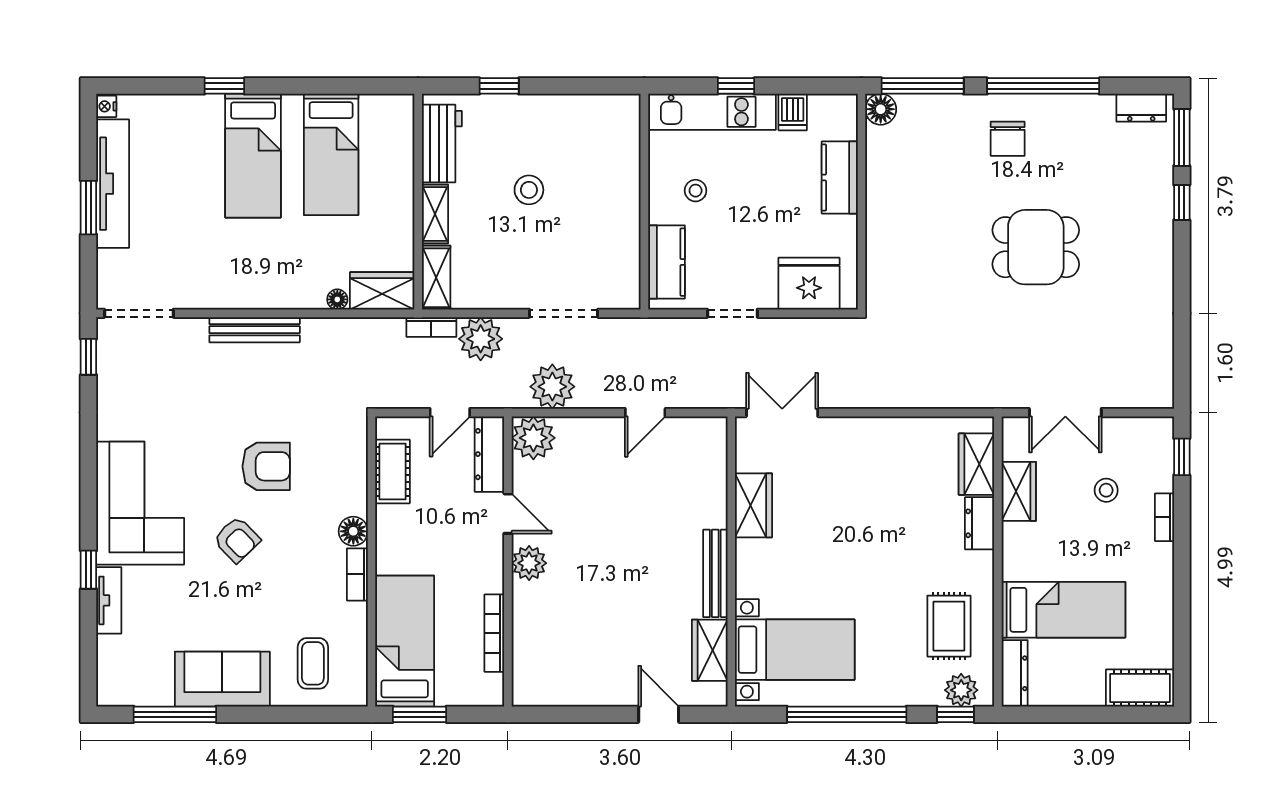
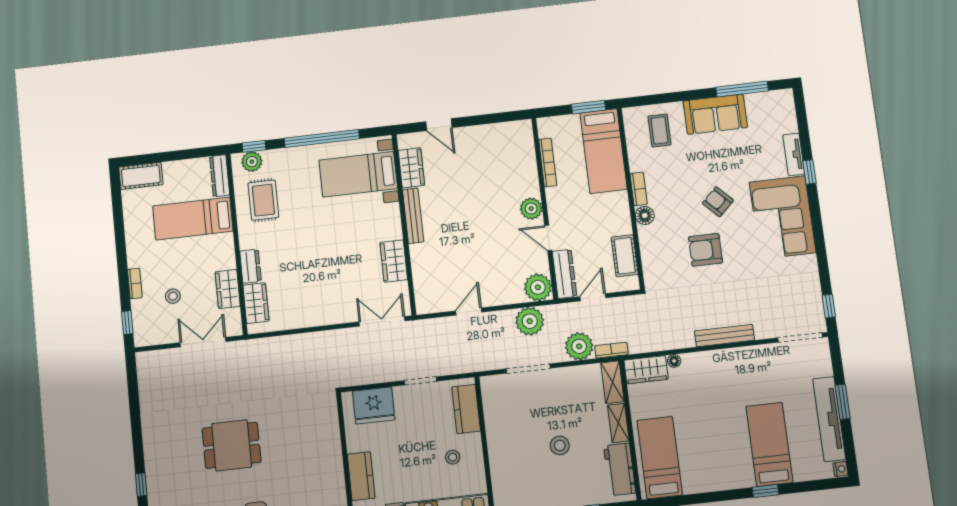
bed: (331, 154) -> (660, 458), moved
bed: (253, 156) -> (769, 444), moved
double door: (782, 413) -> (382, 321), swing flipped

